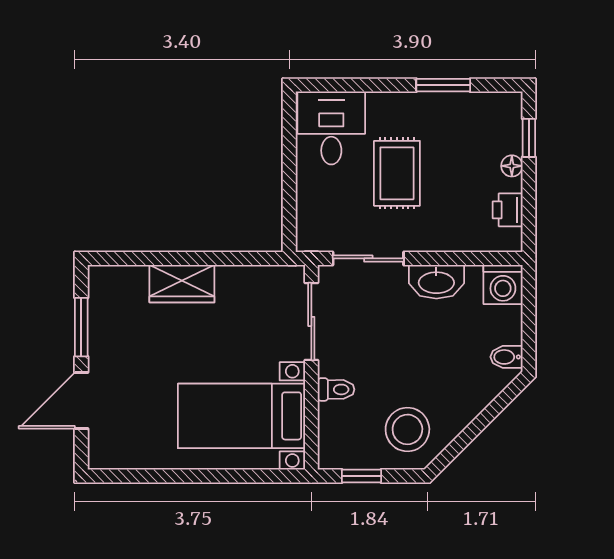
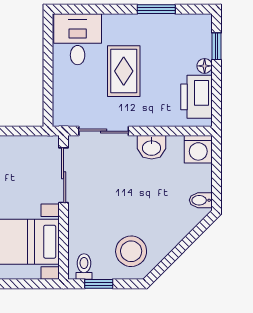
printer: (508, 210) -> (197, 97), width x1.87, depth x1.48
washbasin: (436, 282) -> (152, 147), width x0.72
toilet: (336, 389) -> (84, 267), moved, turned -90

